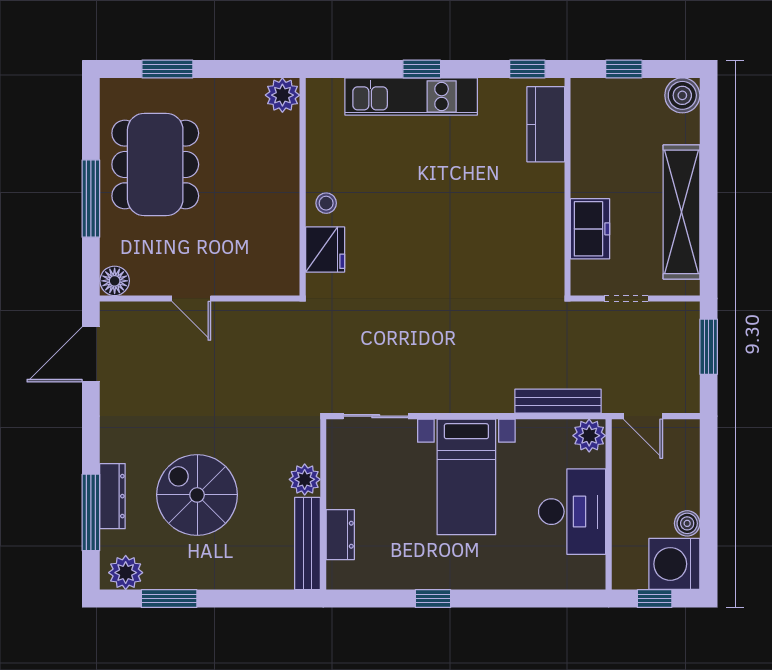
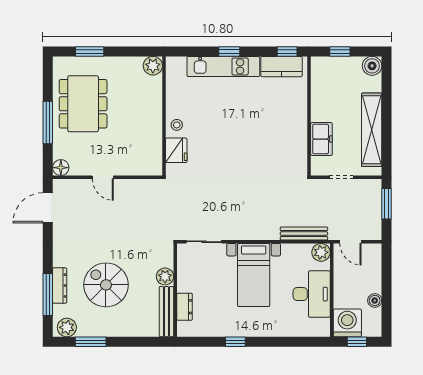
kitchen counter: (546, 124) -> (282, 67), moved, turned -90
washing machine: (674, 564) -> (347, 323), moved, turned 90

